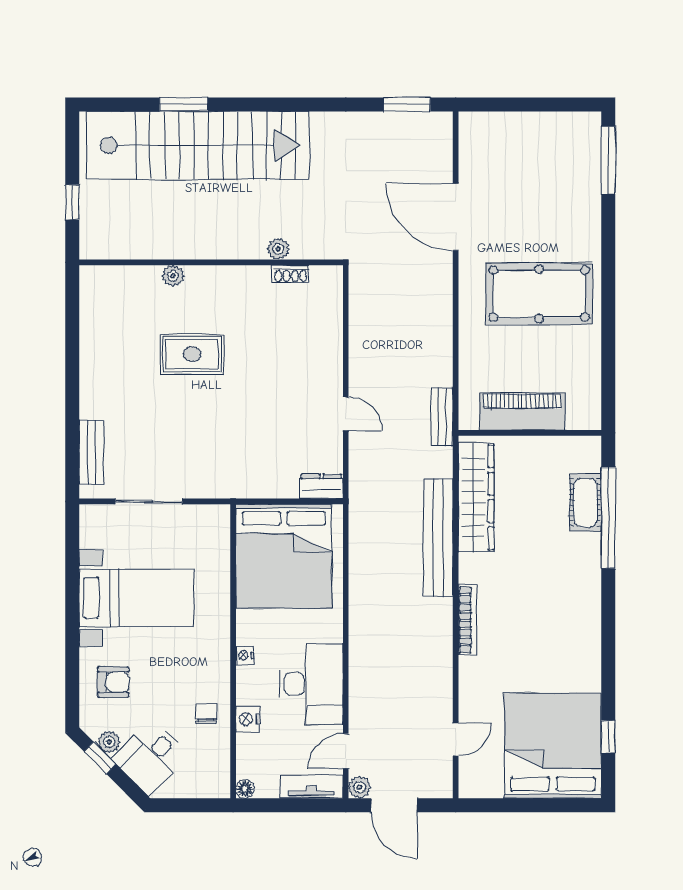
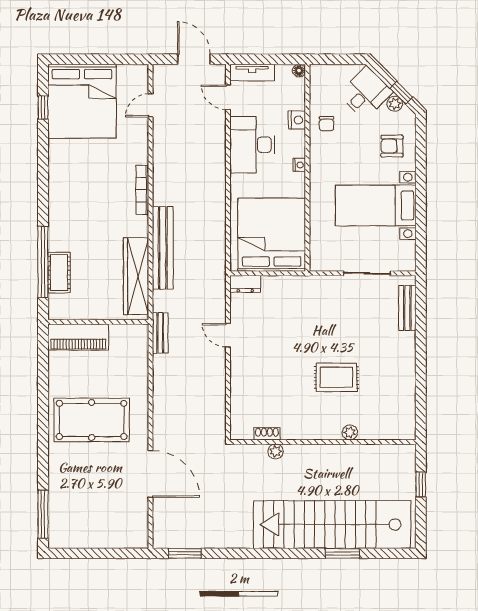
piano: (522, 411) -> (78, 337), moved
door: (346, 751) -> (228, 97), swing flipped
plant: (360, 787) -> (218, 72), removed

